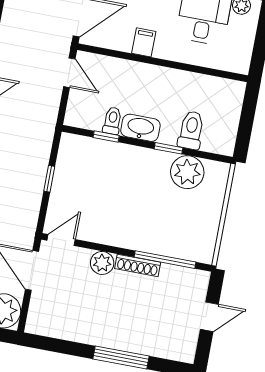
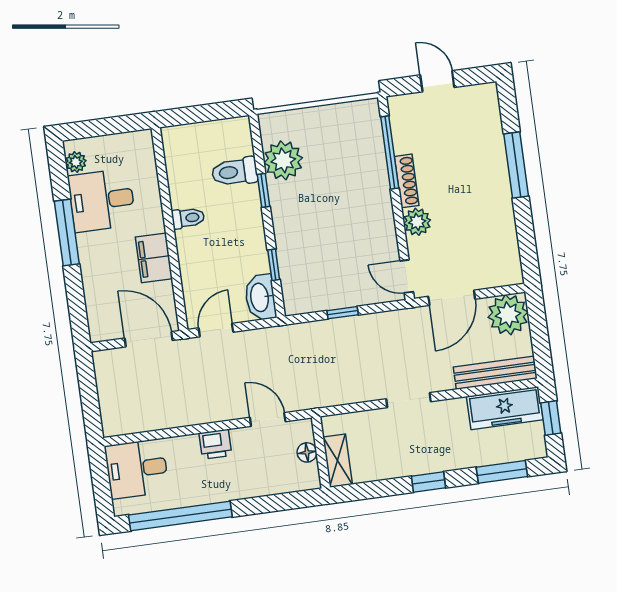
filing cabinet: (144, 42) -> (154, 258), width x2.00
toilet: (112, 121) -> (188, 218), moved, turned 180
washbasin: (140, 128) -> (260, 297), moved

